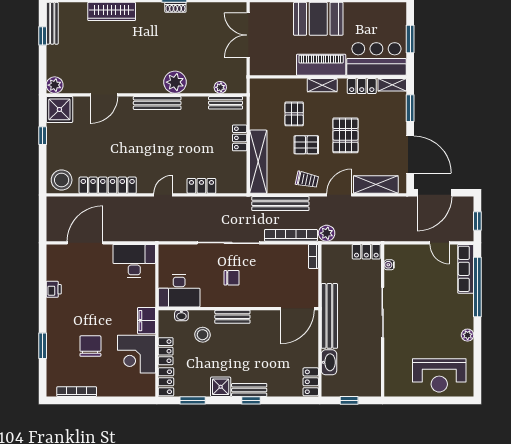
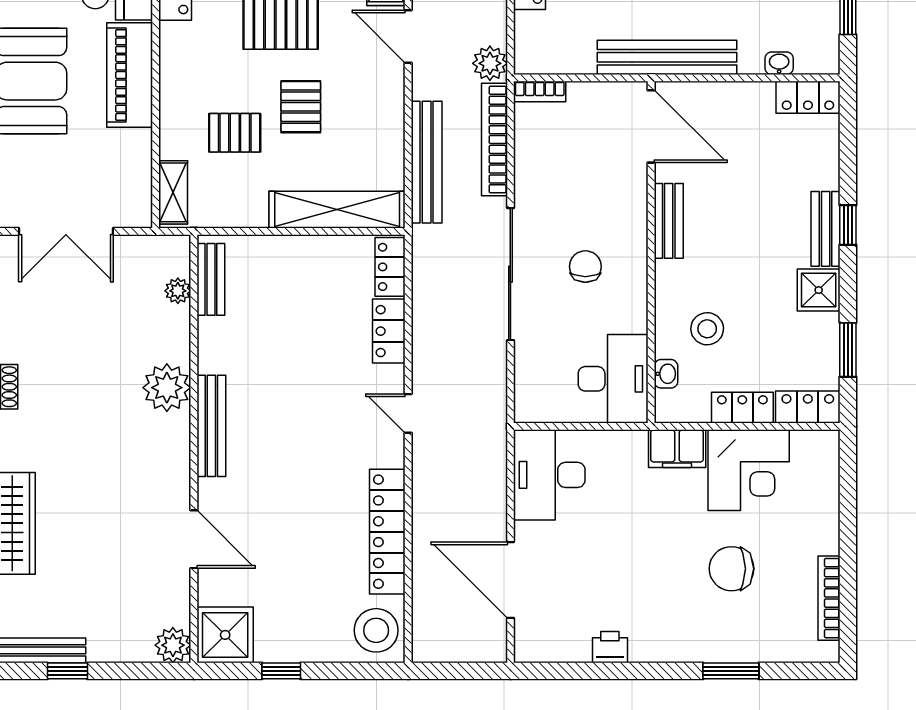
shelving: (322, 85) -> (173, 192), moved
locker: (240, 138) -> (390, 267), moved, turned 90
trolley: (307, 180) -> (375, 105), removed
bench: (232, 317) -> (669, 221), moved
washbasin: (329, 362) -> (779, 63), width x0.52, depth x0.69

